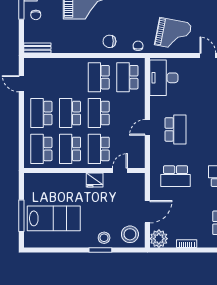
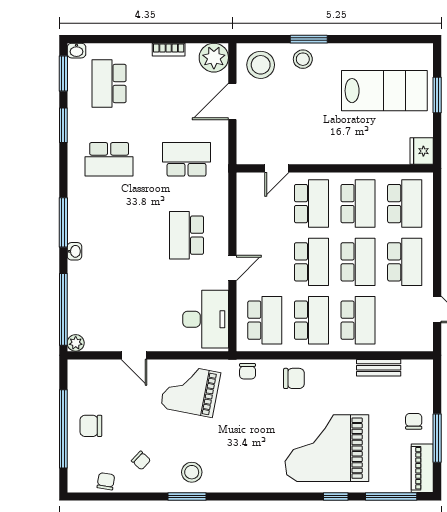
bench: (37, 48) -> (379, 368), moved
school desk: (70, 77) -> (358, 320), added
door: (147, 127) -> (232, 268), moved
fridge: (95, 180) -> (422, 151), moved, turned -90
window: (21, 216) -> (437, 95), width x0.69
lab bench: (54, 218) -> (384, 91), turned 180

